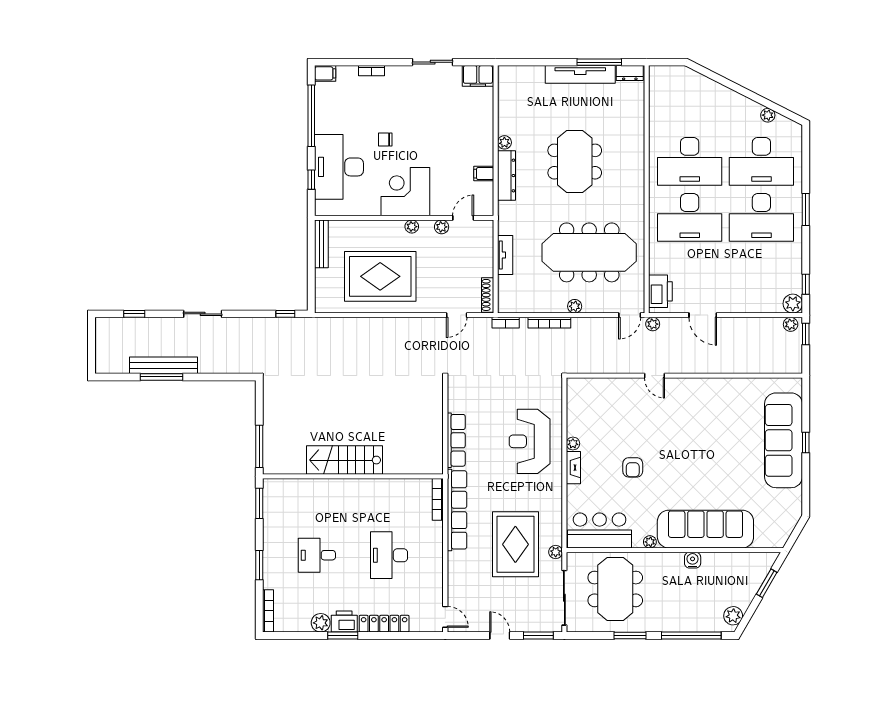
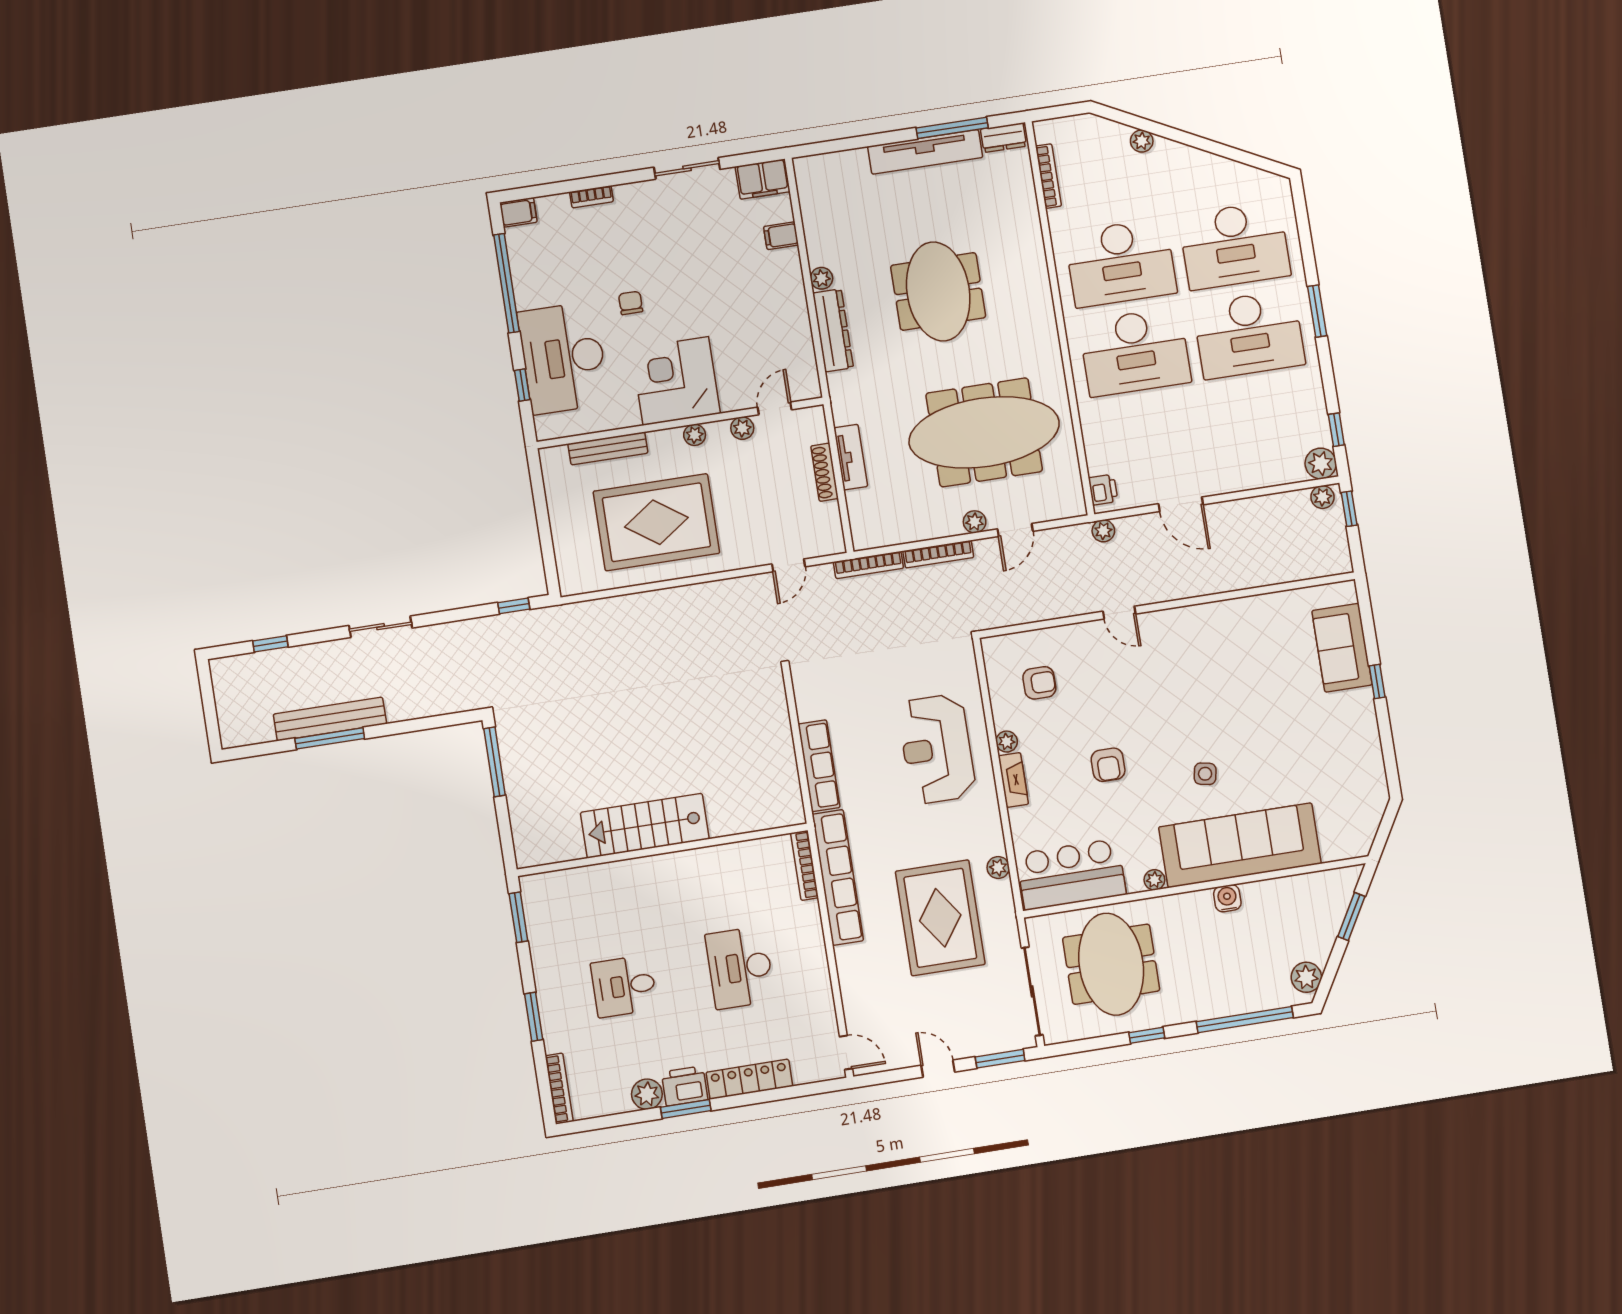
bookcase: (654, 101) -> (1048, 176), added
plant: (768, 115) -> (1142, 141), moved
chair: (385, 140) -> (631, 303), turned 90
filing cabinet: (484, 174) -> (781, 236), moved
bench: (321, 244) -> (608, 448), moved, turned 90
printer: (660, 291) -> (1103, 490), width x0.53, depth x0.68
shoe rack: (488, 295) -> (825, 472), moved
door: (630, 315) -> (1015, 530), moved
bookcase: (506, 323) -> (868, 565), width x1.56
armchair: (599, 411) -> (1039, 683), added
sofa: (784, 440) -> (1342, 648), width x0.54, depth x0.79
window: (259, 446) -> (495, 762), moved
side table: (691, 482) -> (1205, 774), added
plant: (556, 552) -> (998, 868), moved
window: (630, 635) -> (1147, 1035), width x0.67

